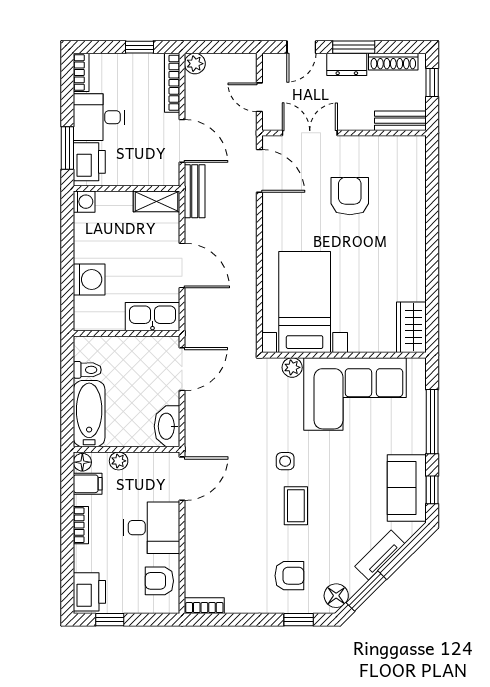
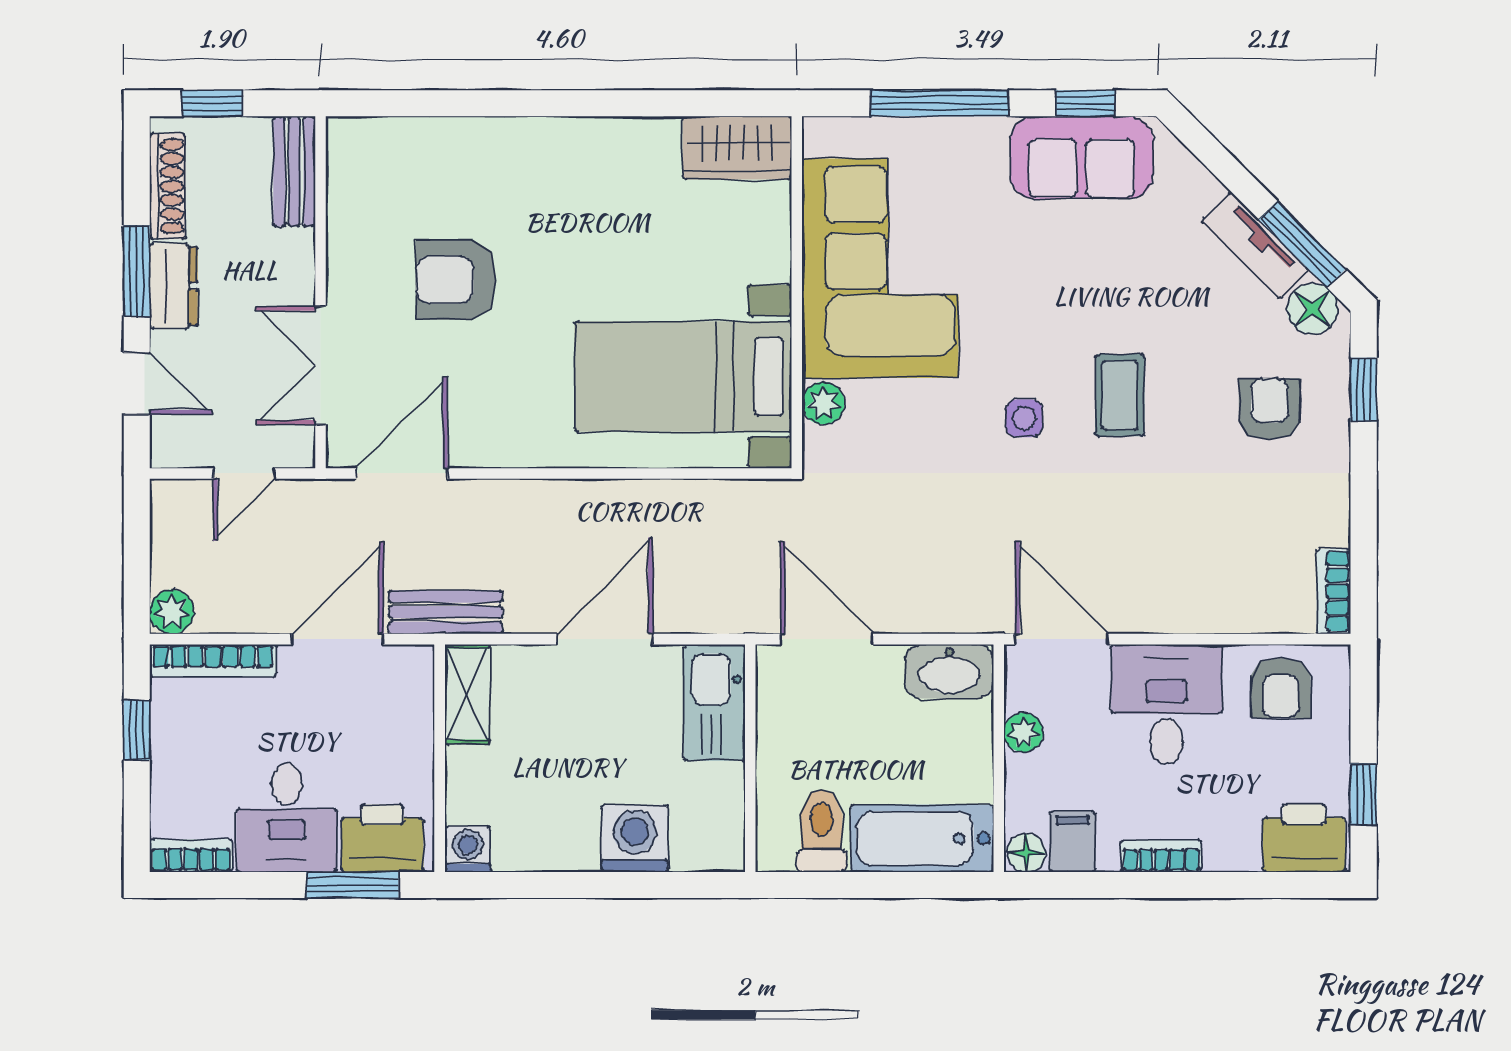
toilet: (87, 370) -> (822, 831), width x1.37, depth x1.39
plant: (119, 461) -> (1024, 732), moved
coffee table: (296, 506) -> (1120, 395), turned 90
tv unit: (380, 555) -> (1255, 245), moved

